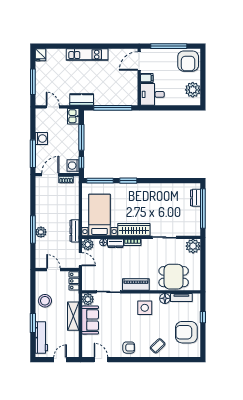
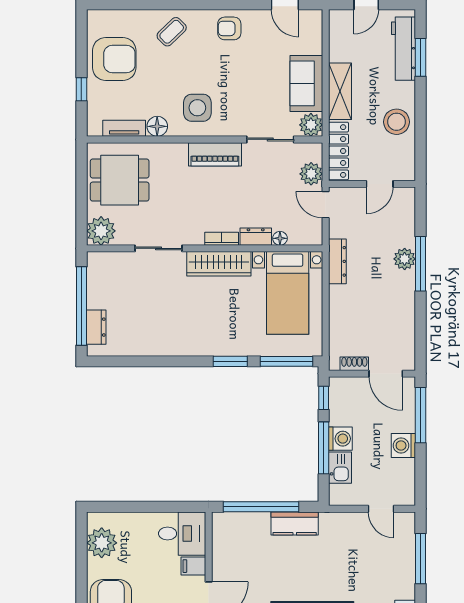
kitchen counter: (82, 99) -> (295, 523), moved
kitchen sink: (73, 116) -> (340, 468), moved
washing machine: (73, 166) -> (340, 439), moved
door: (50, 175) -> (386, 374), hinge flipped
plant: (88, 245) -> (311, 174), moved
door: (53, 270) -> (380, 184), hinge flipped
dining table: (174, 277) -> (120, 180), moved
locker: (74, 281) -> (339, 151), width x1.53
window: (33, 323) -> (420, 57), moved

